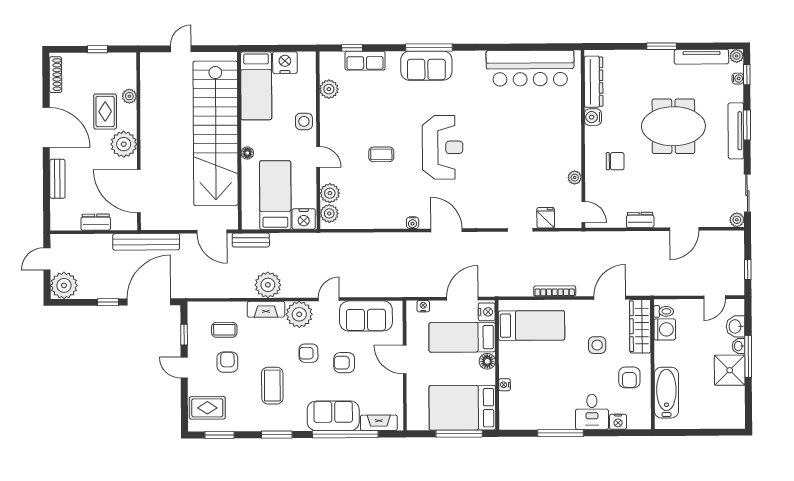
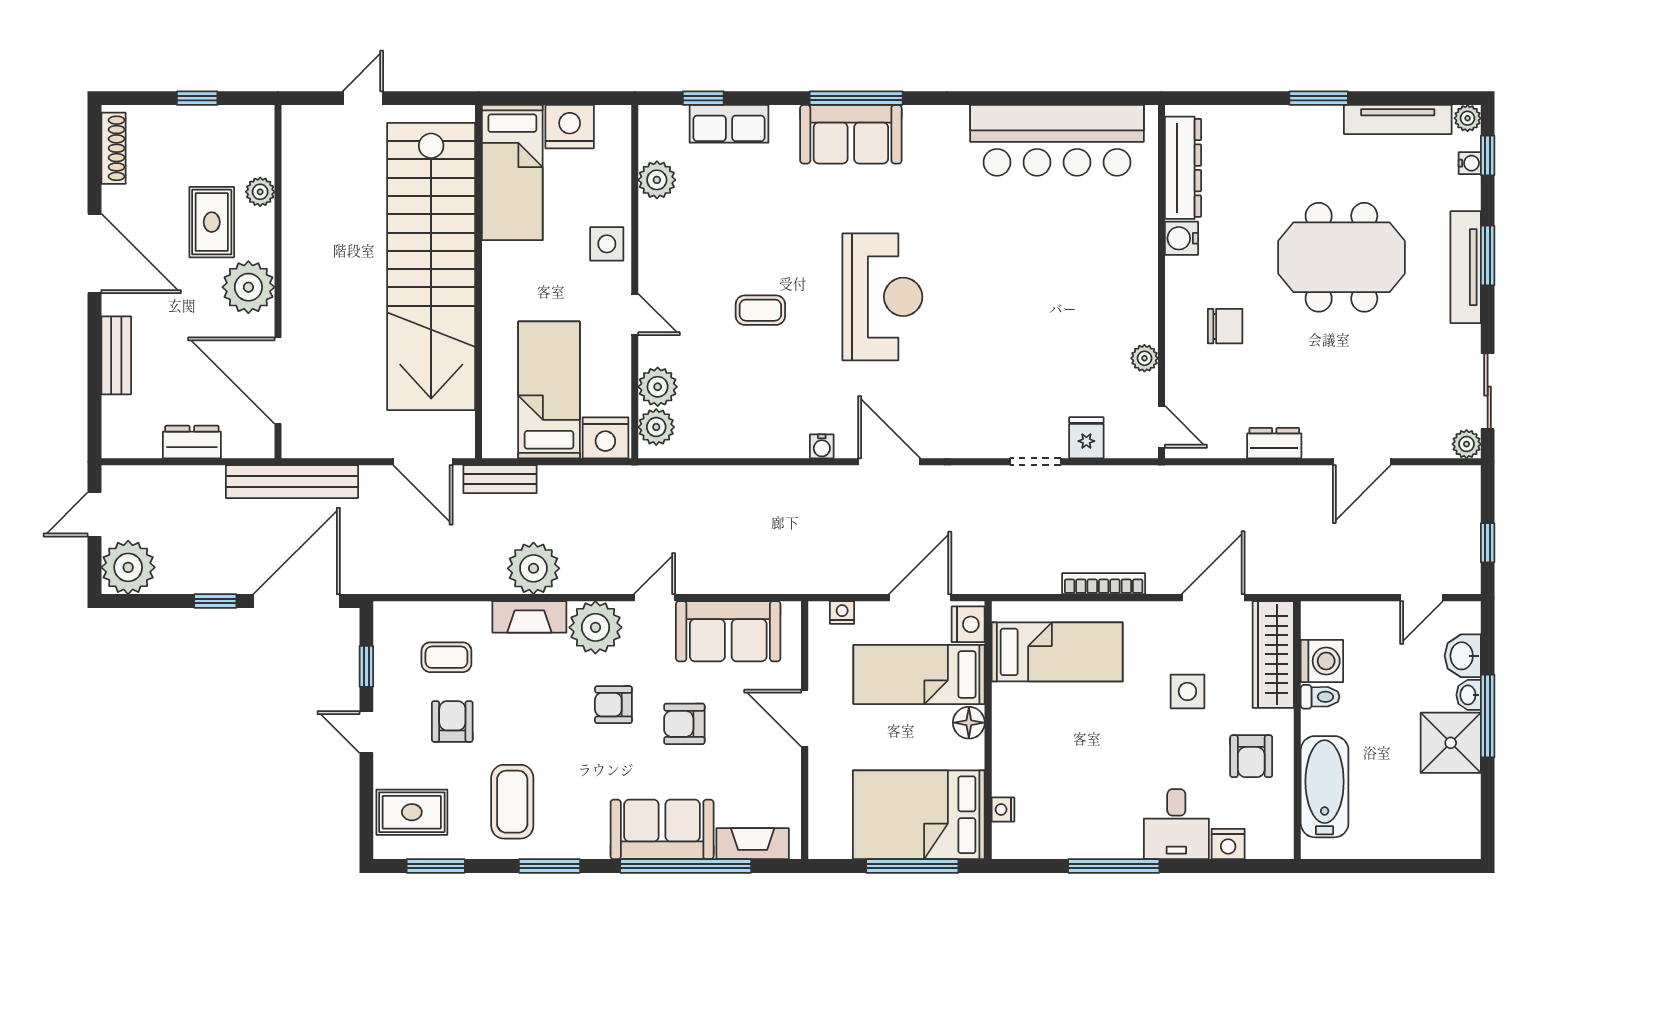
floor lamp: (247, 153) -> (494, 306), removed
toilet: (664, 311) -> (1320, 697), moved
nightstand: (505, 385) -> (1003, 809), moved
coffee table: (272, 386) -> (512, 802), moved

